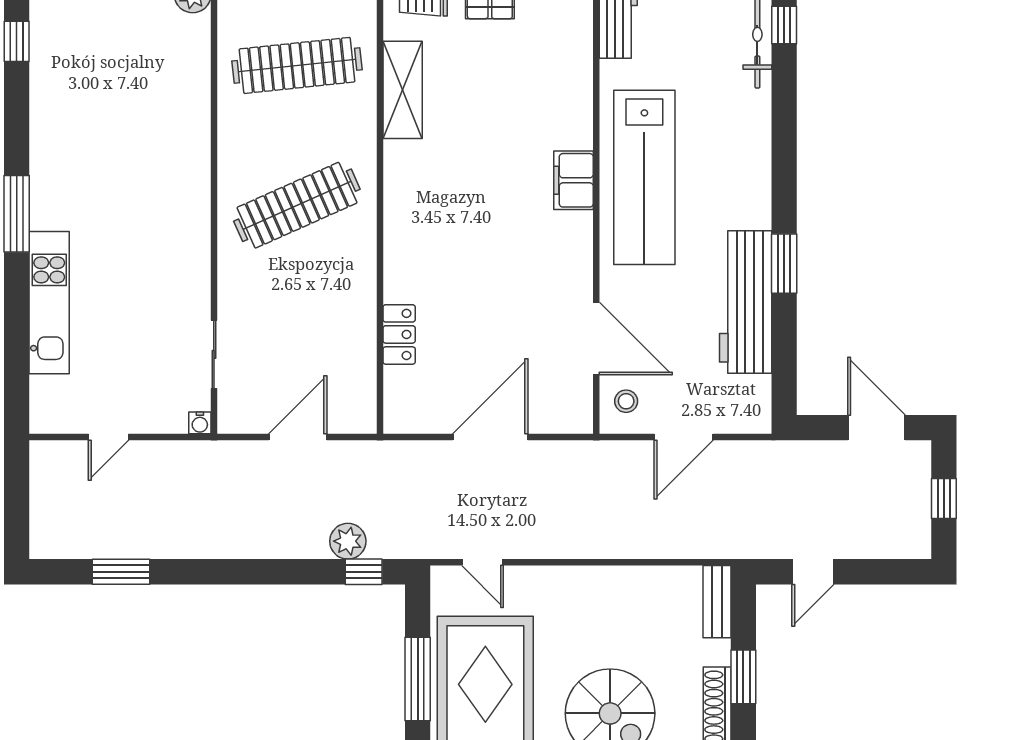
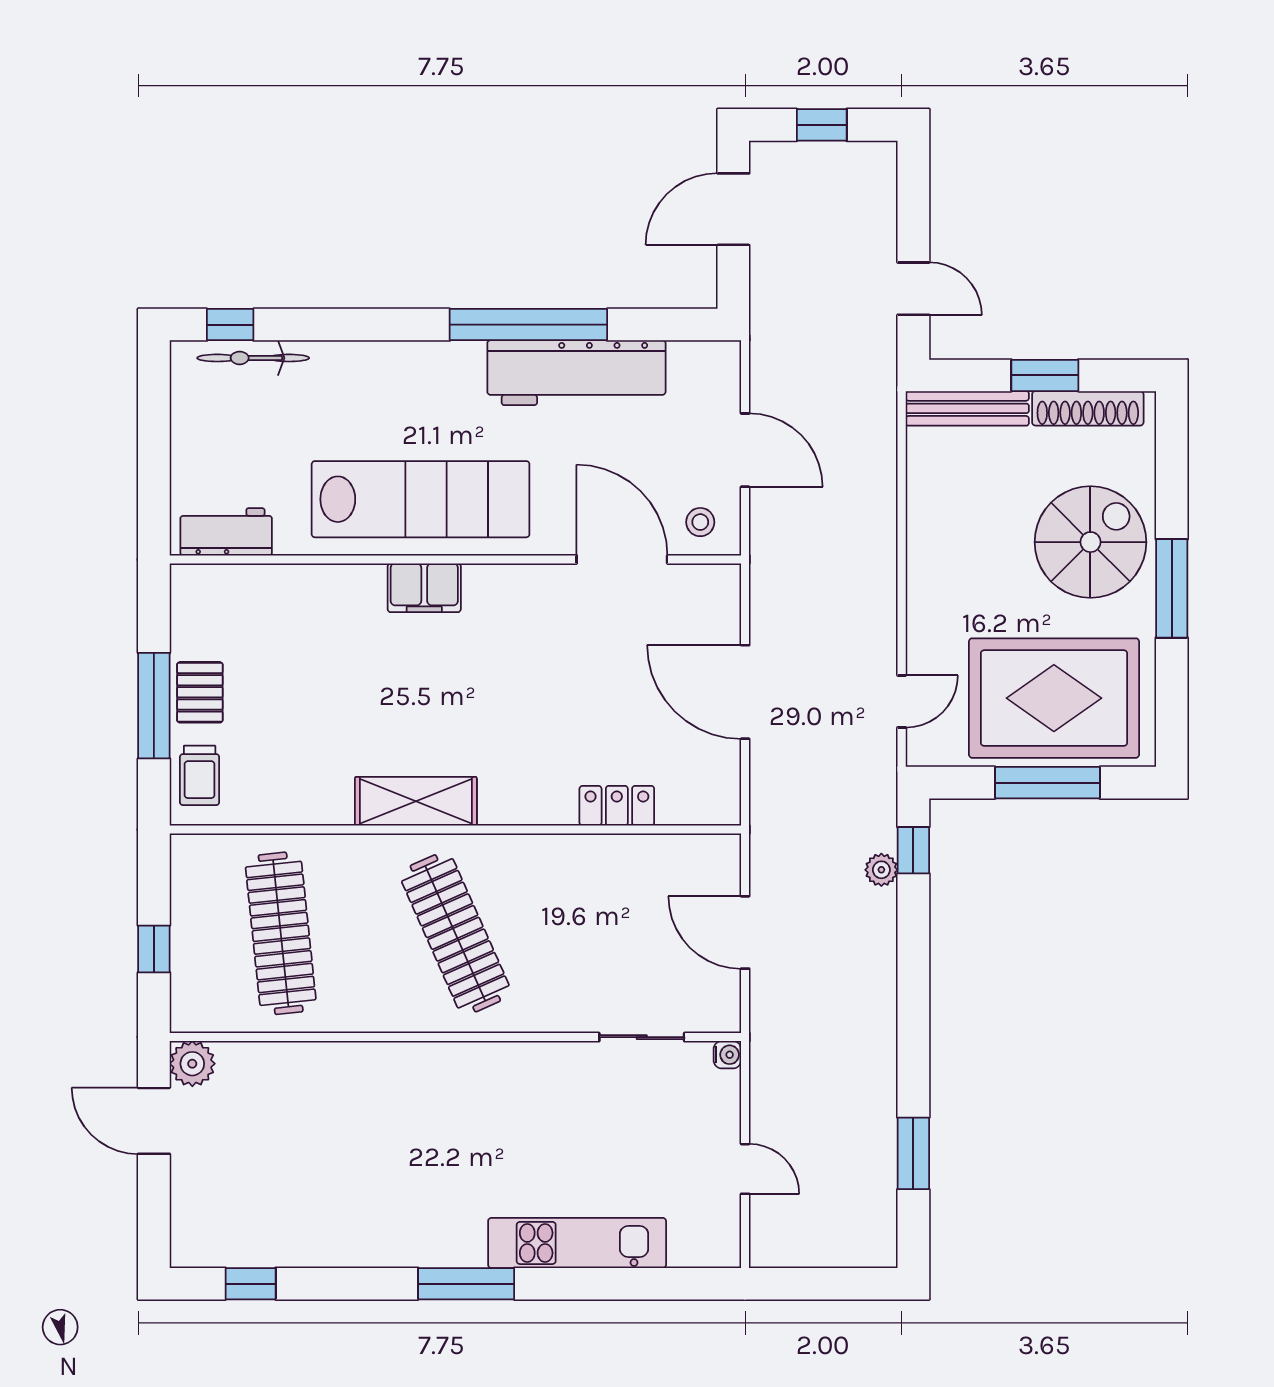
shelving: (403, 90) -> (416, 801), moved
window: (784, 264) -> (528, 325), width x2.11
door: (596, 338) -> (622, 559), hinge flipped
plant: (348, 541) -> (881, 870), width x0.73, depth x0.73
bench: (717, 602) -> (967, 408), width x1.36

